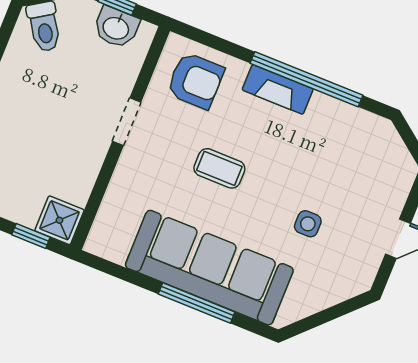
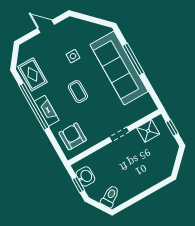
doorway: (127, 122) -> (119, 134), moved
rug: (354, 134) -> (32, 74), added
coffee table: (219, 168) -> (78, 92), moved
shower: (59, 220) -> (148, 131), moved

